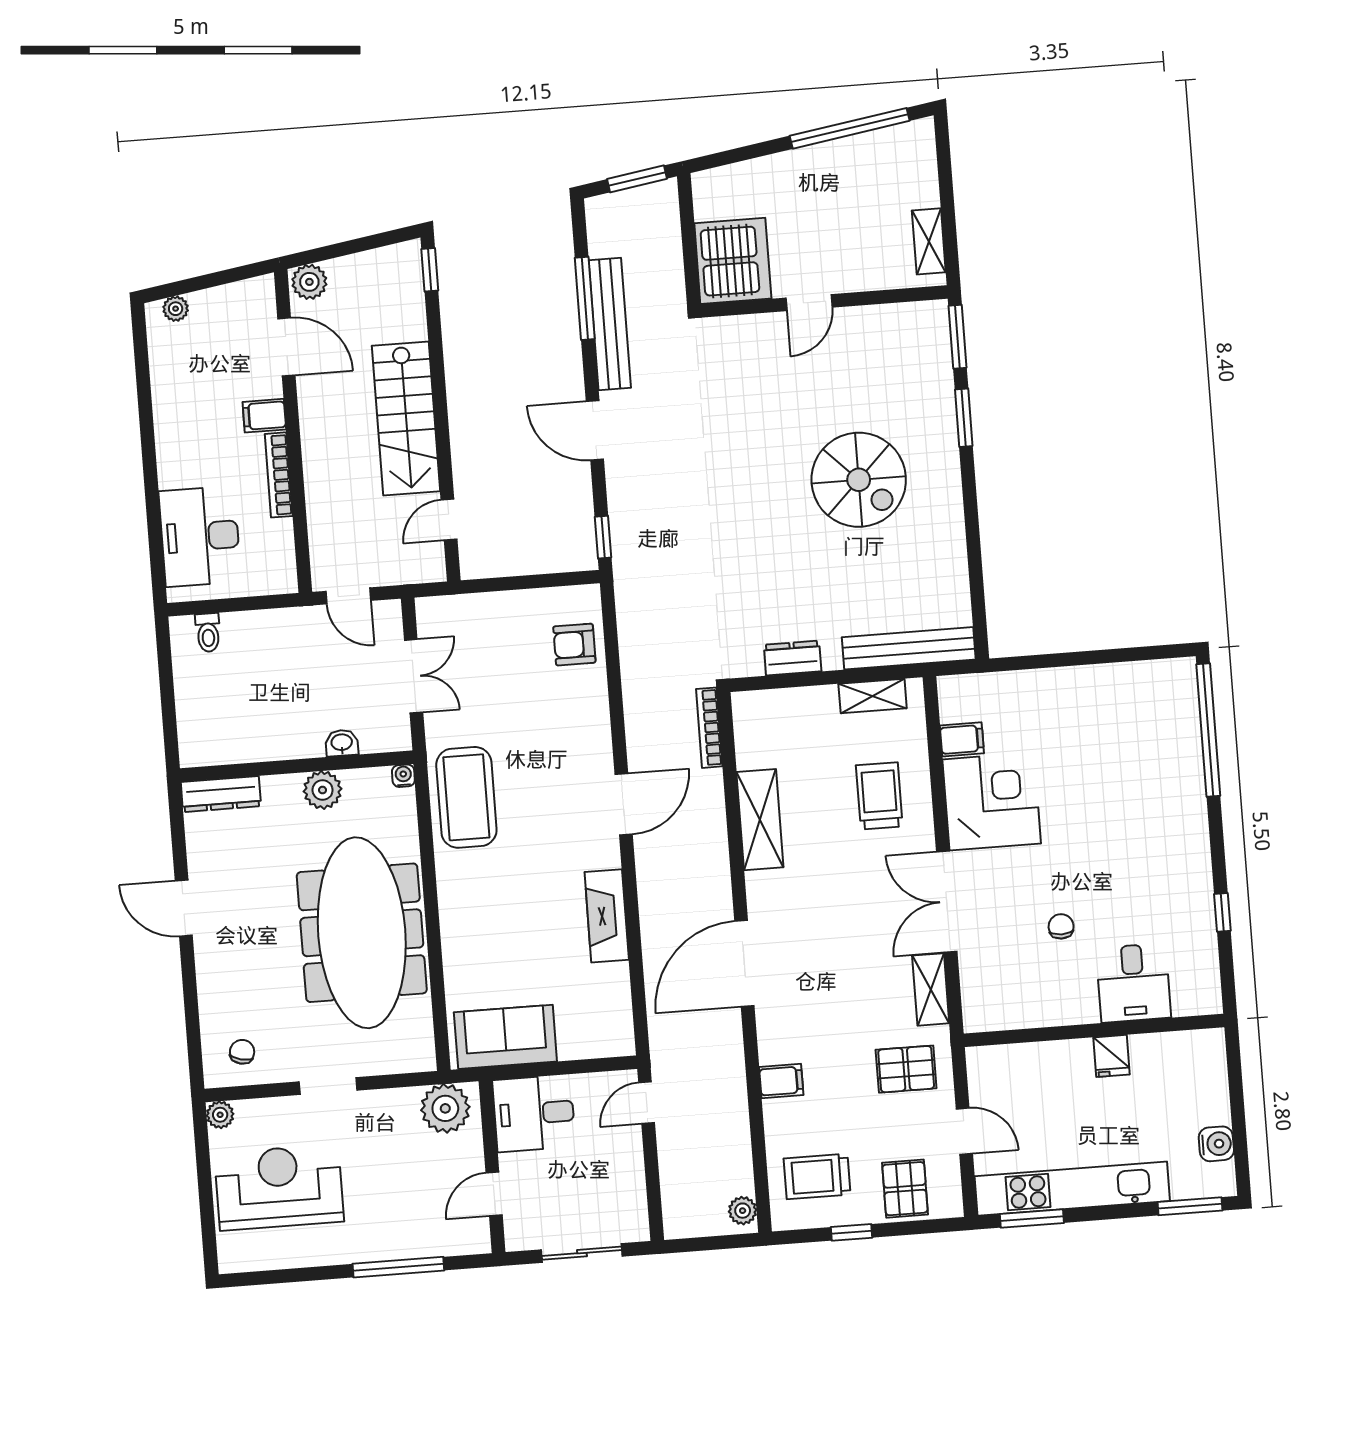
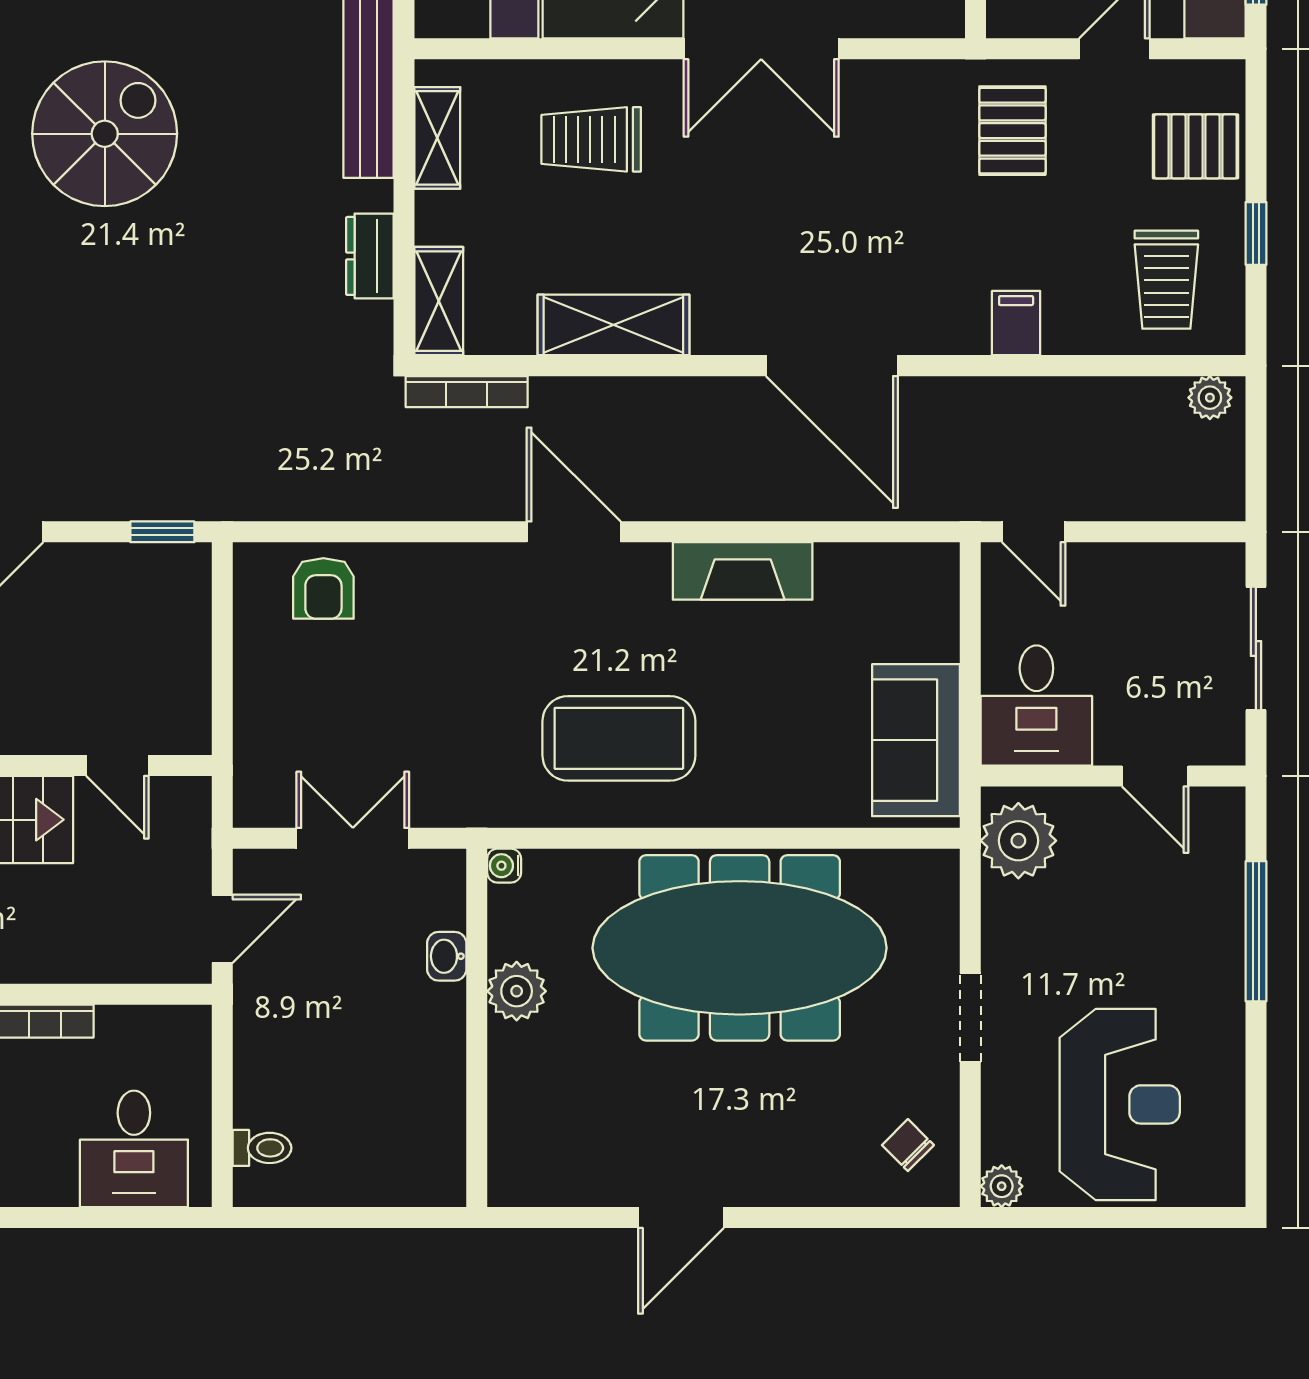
desk: (200, 536) -> (134, 1149), width x0.73
dresser: (221, 794) -> (511, 1147), removed
coffee table: (466, 797) -> (619, 738), moved
shelving: (931, 989) -> (439, 301), moved, turned 90
chair: (242, 1052) -> (908, 1145), turned 31
reception desk: (279, 1187) -> (1120, 1104), turned 180

